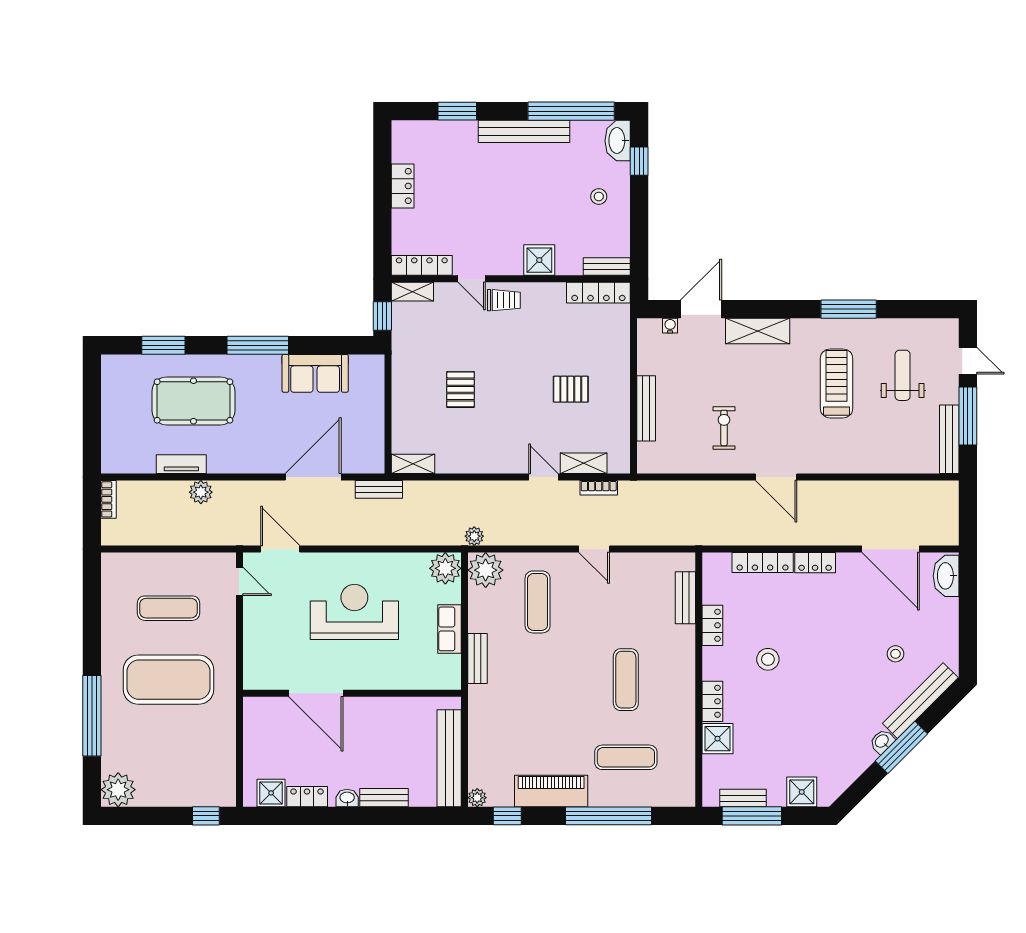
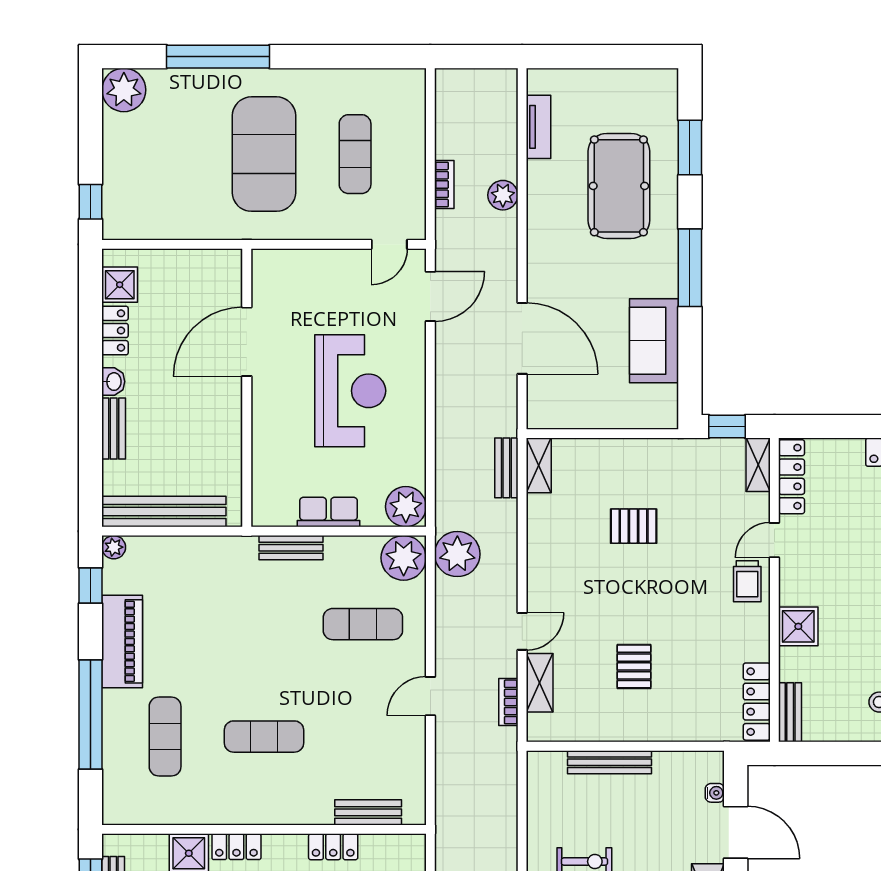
tv unit: (181, 464) -> (538, 127), moved
bench: (379, 489) -> (506, 468), moved
bookcase: (109, 499) -> (444, 185), moved, turned -90
plant: (474, 536) -> (457, 554), width x1.87, depth x1.87

